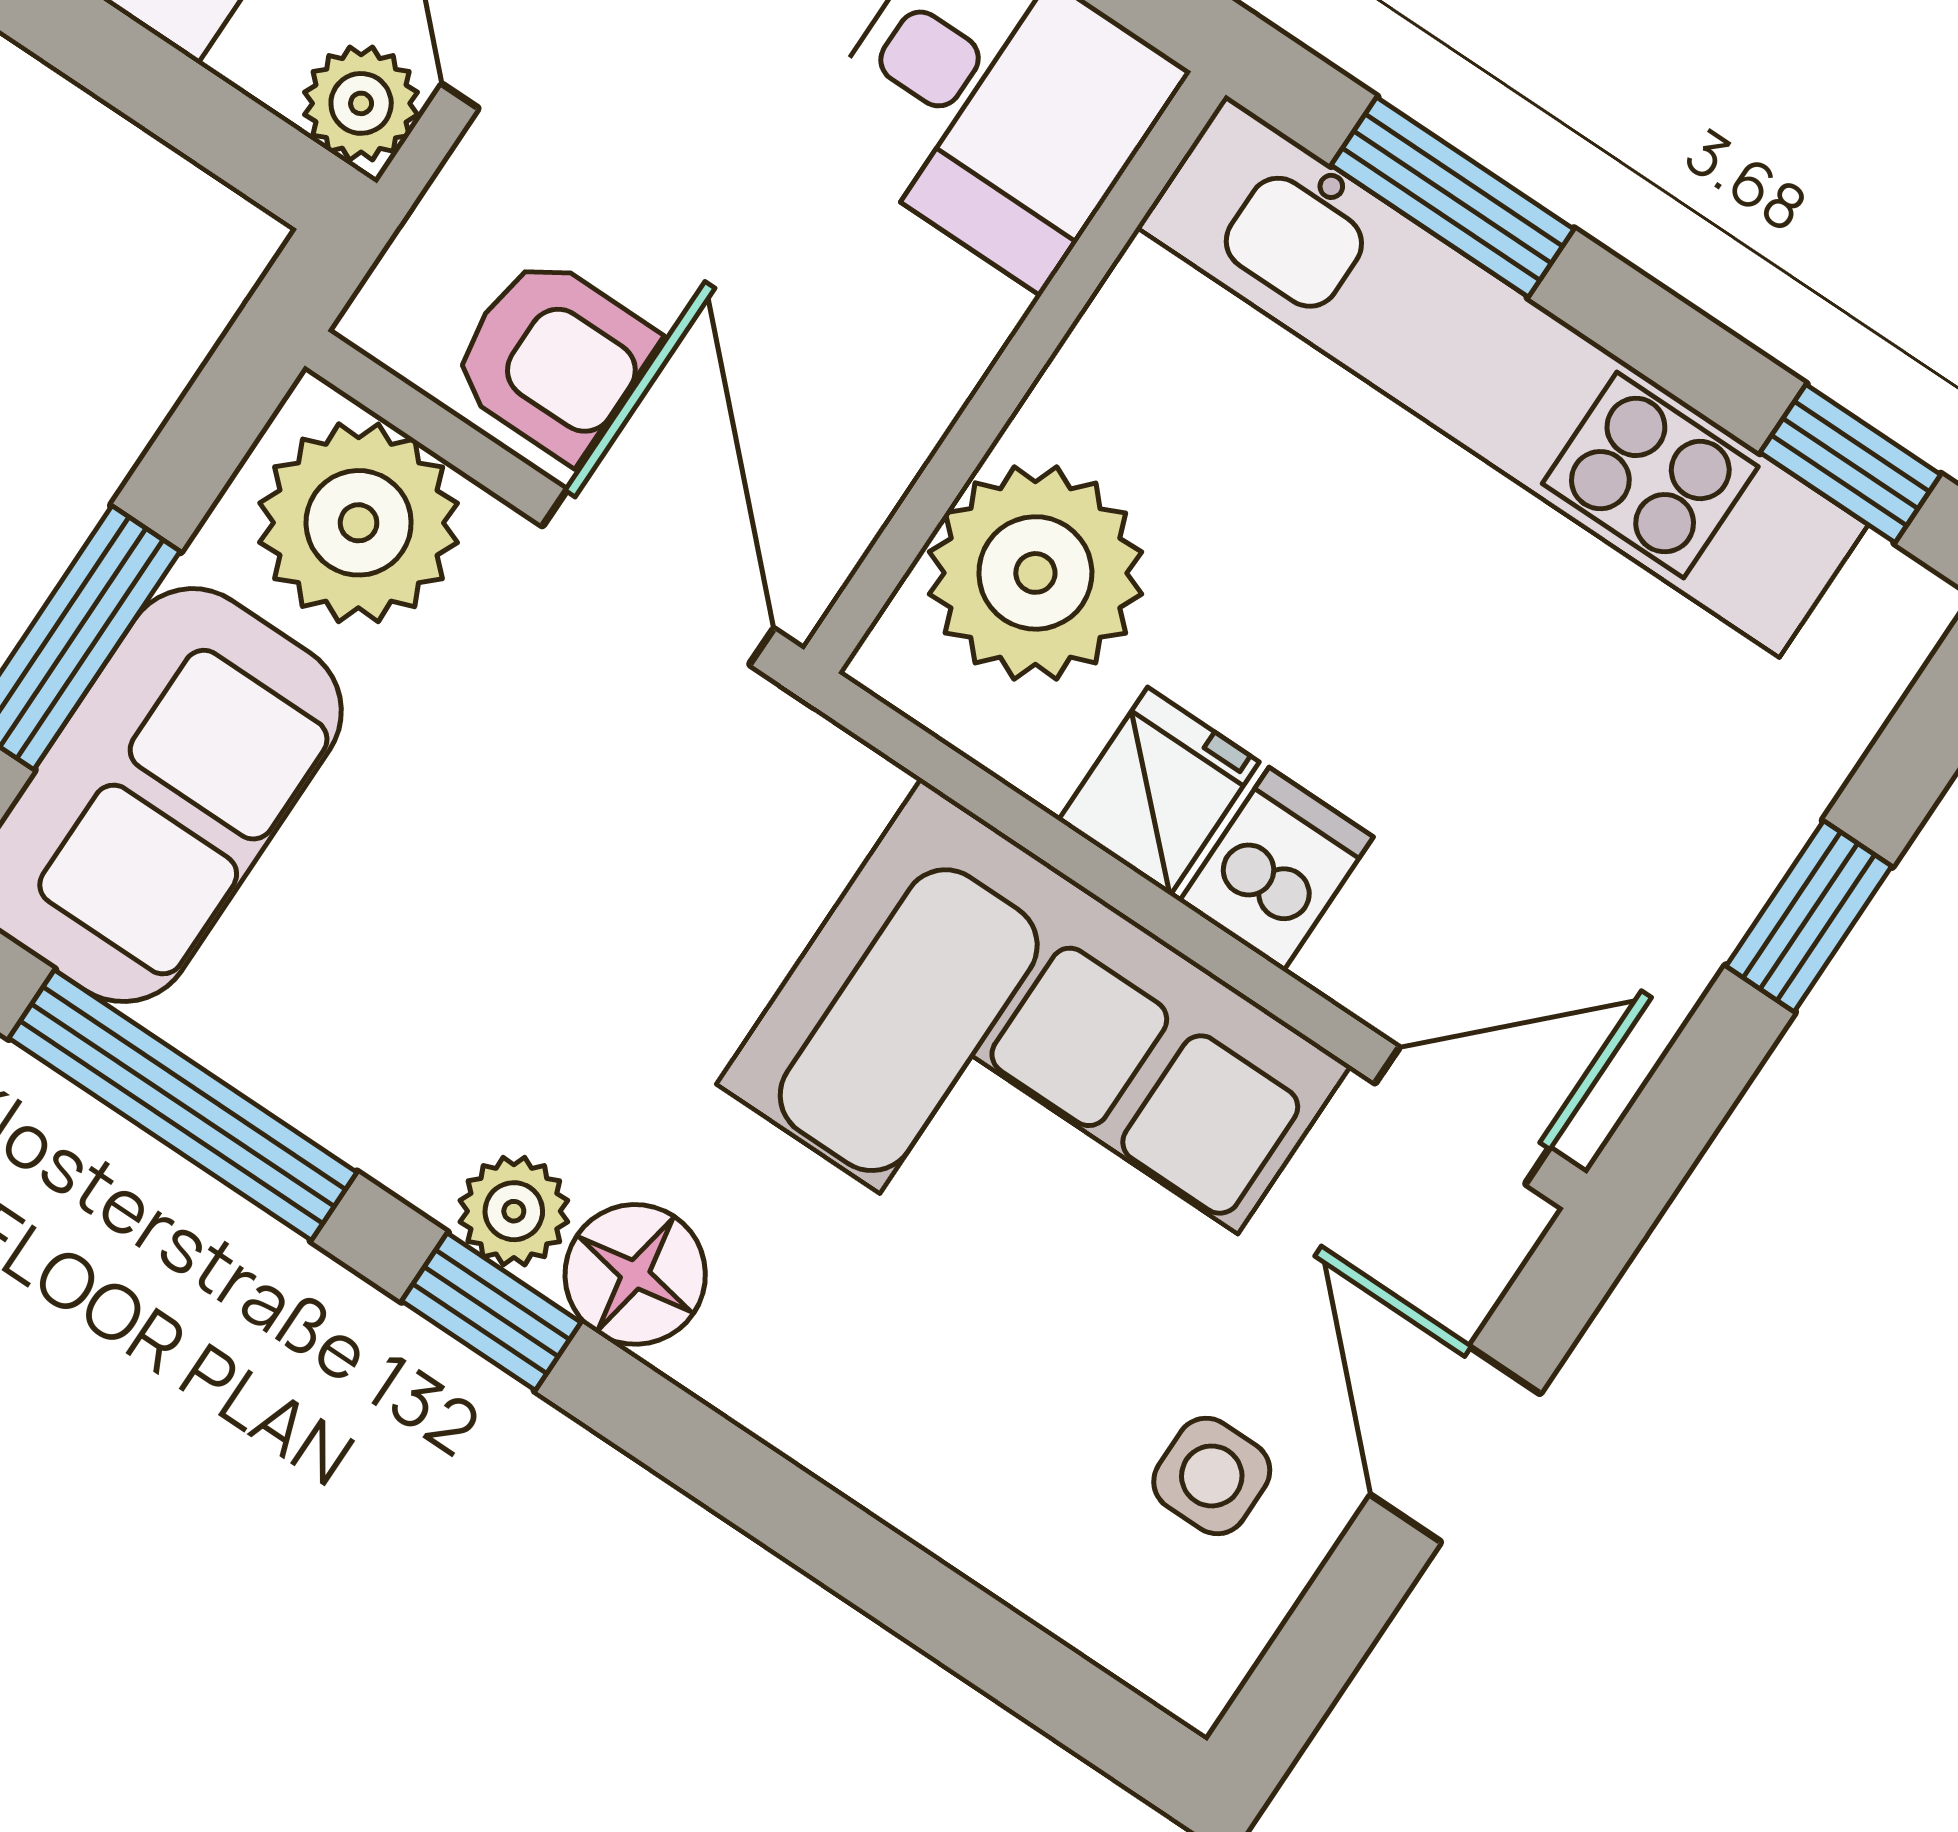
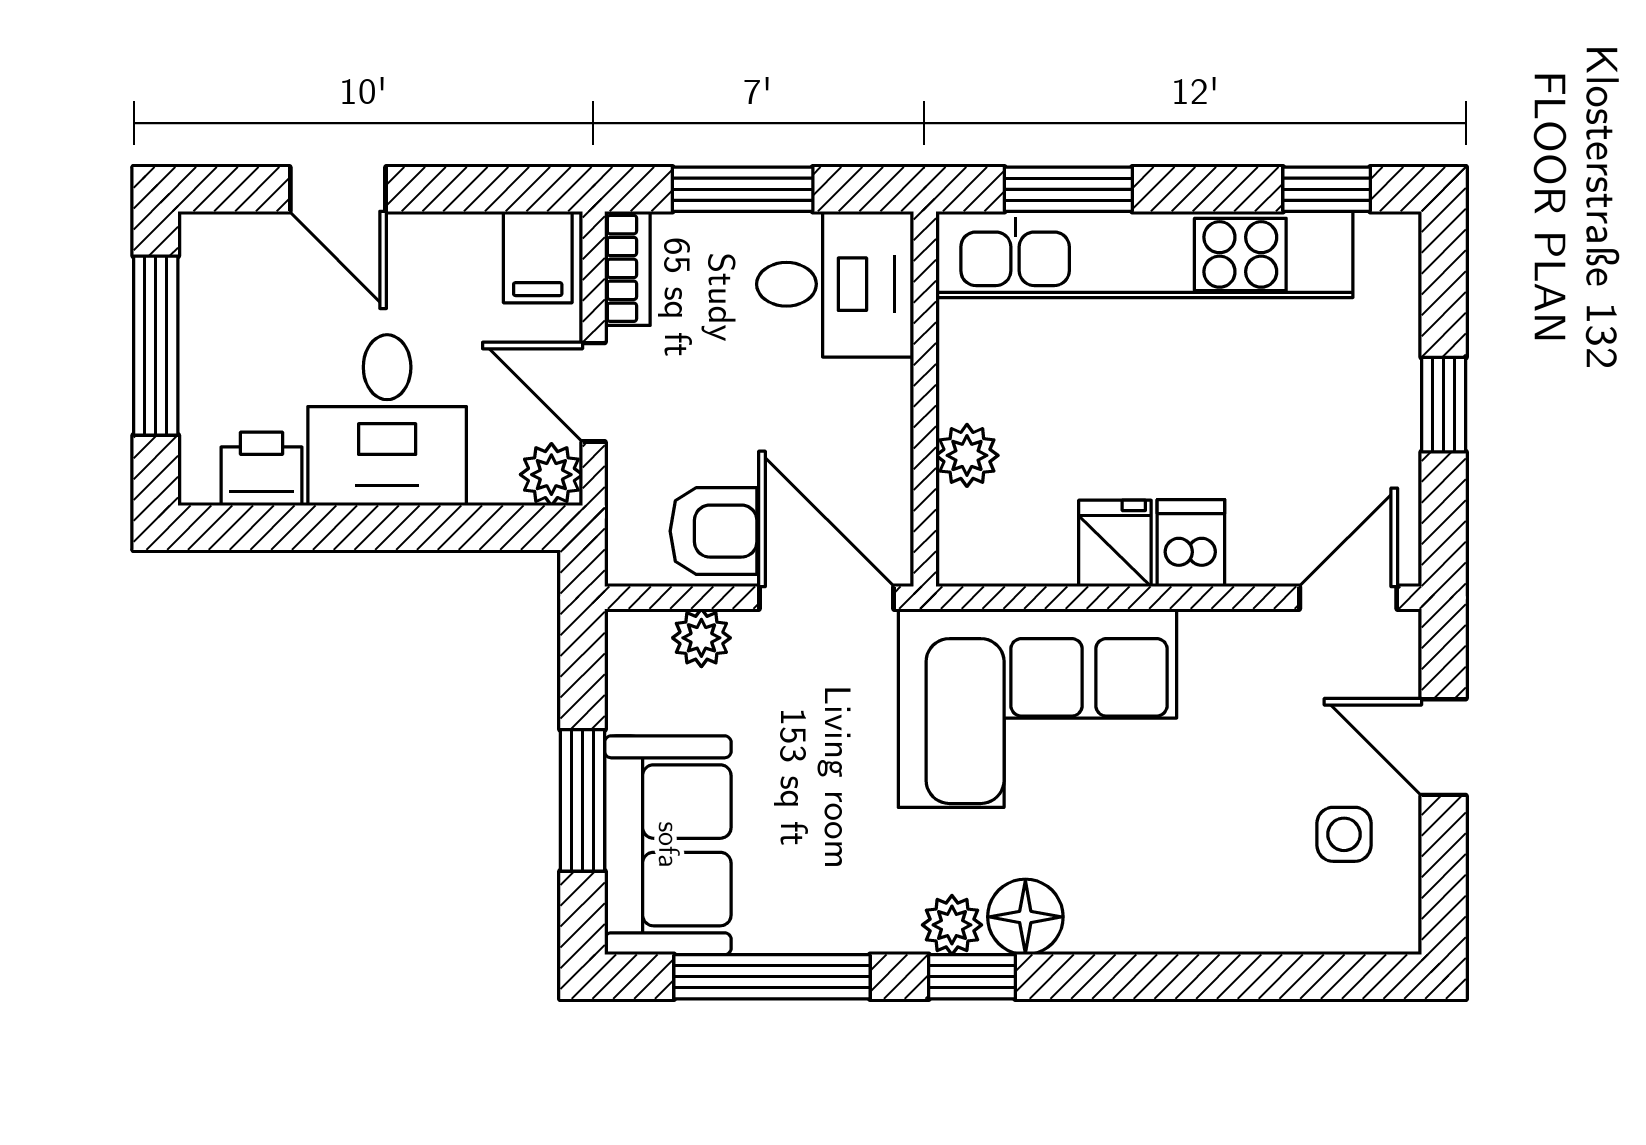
plant: (359, 523) -> (701, 638), width x0.53, depth x0.53
plant: (1035, 573) -> (967, 455), width x0.53, depth x0.53
corner sofa: (1034, 1075) -> (1037, 708), moved

